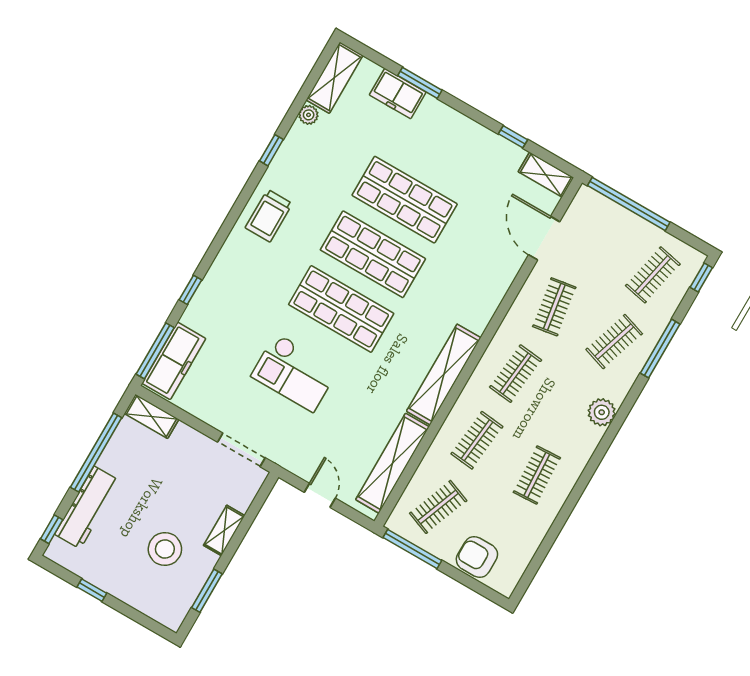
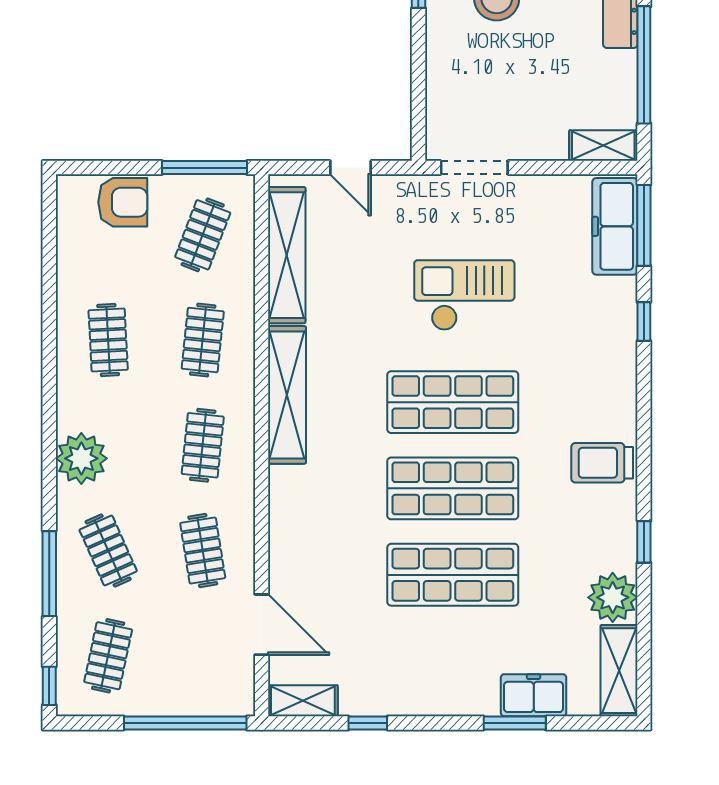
plant: (309, 115) -> (613, 597), width x1.88, depth x1.88
trolley: (269, 216) -> (602, 463), turned -90
clothes rail: (614, 342) -> (108, 550), turned -42
plant: (602, 412) -> (81, 458), width x1.36, depth x1.36
shelving: (224, 531) -> (439, 60), removed

